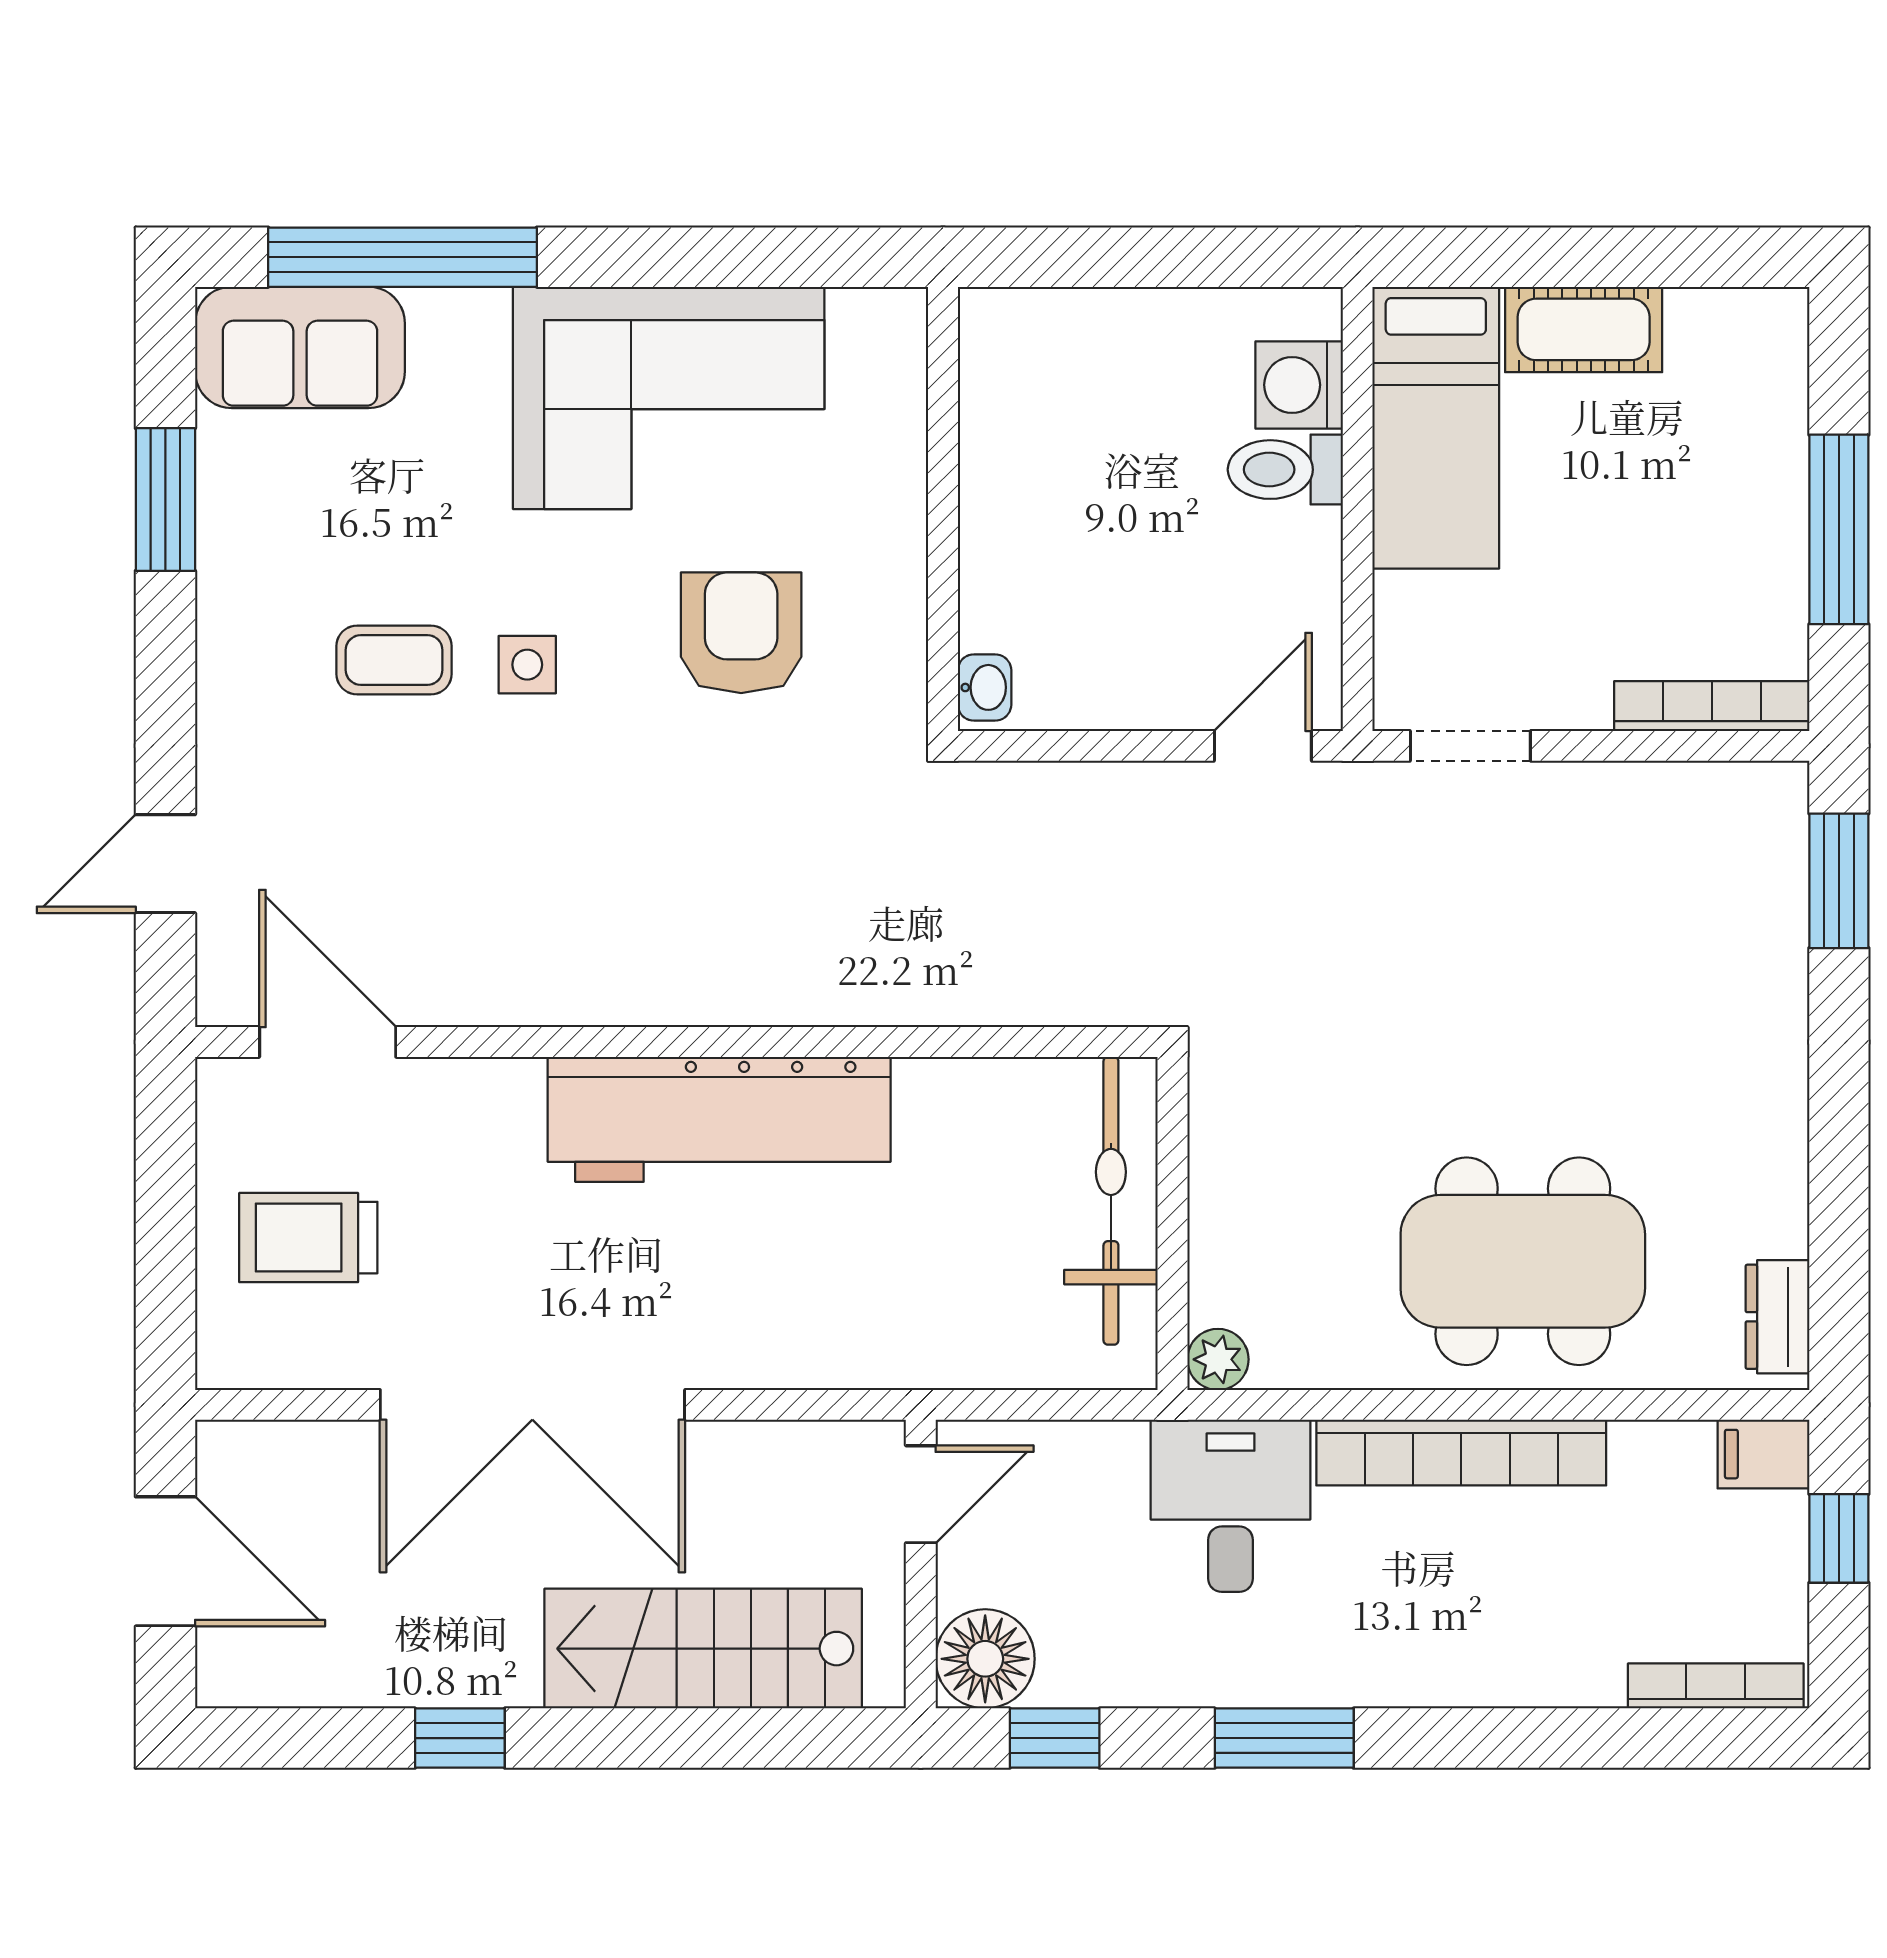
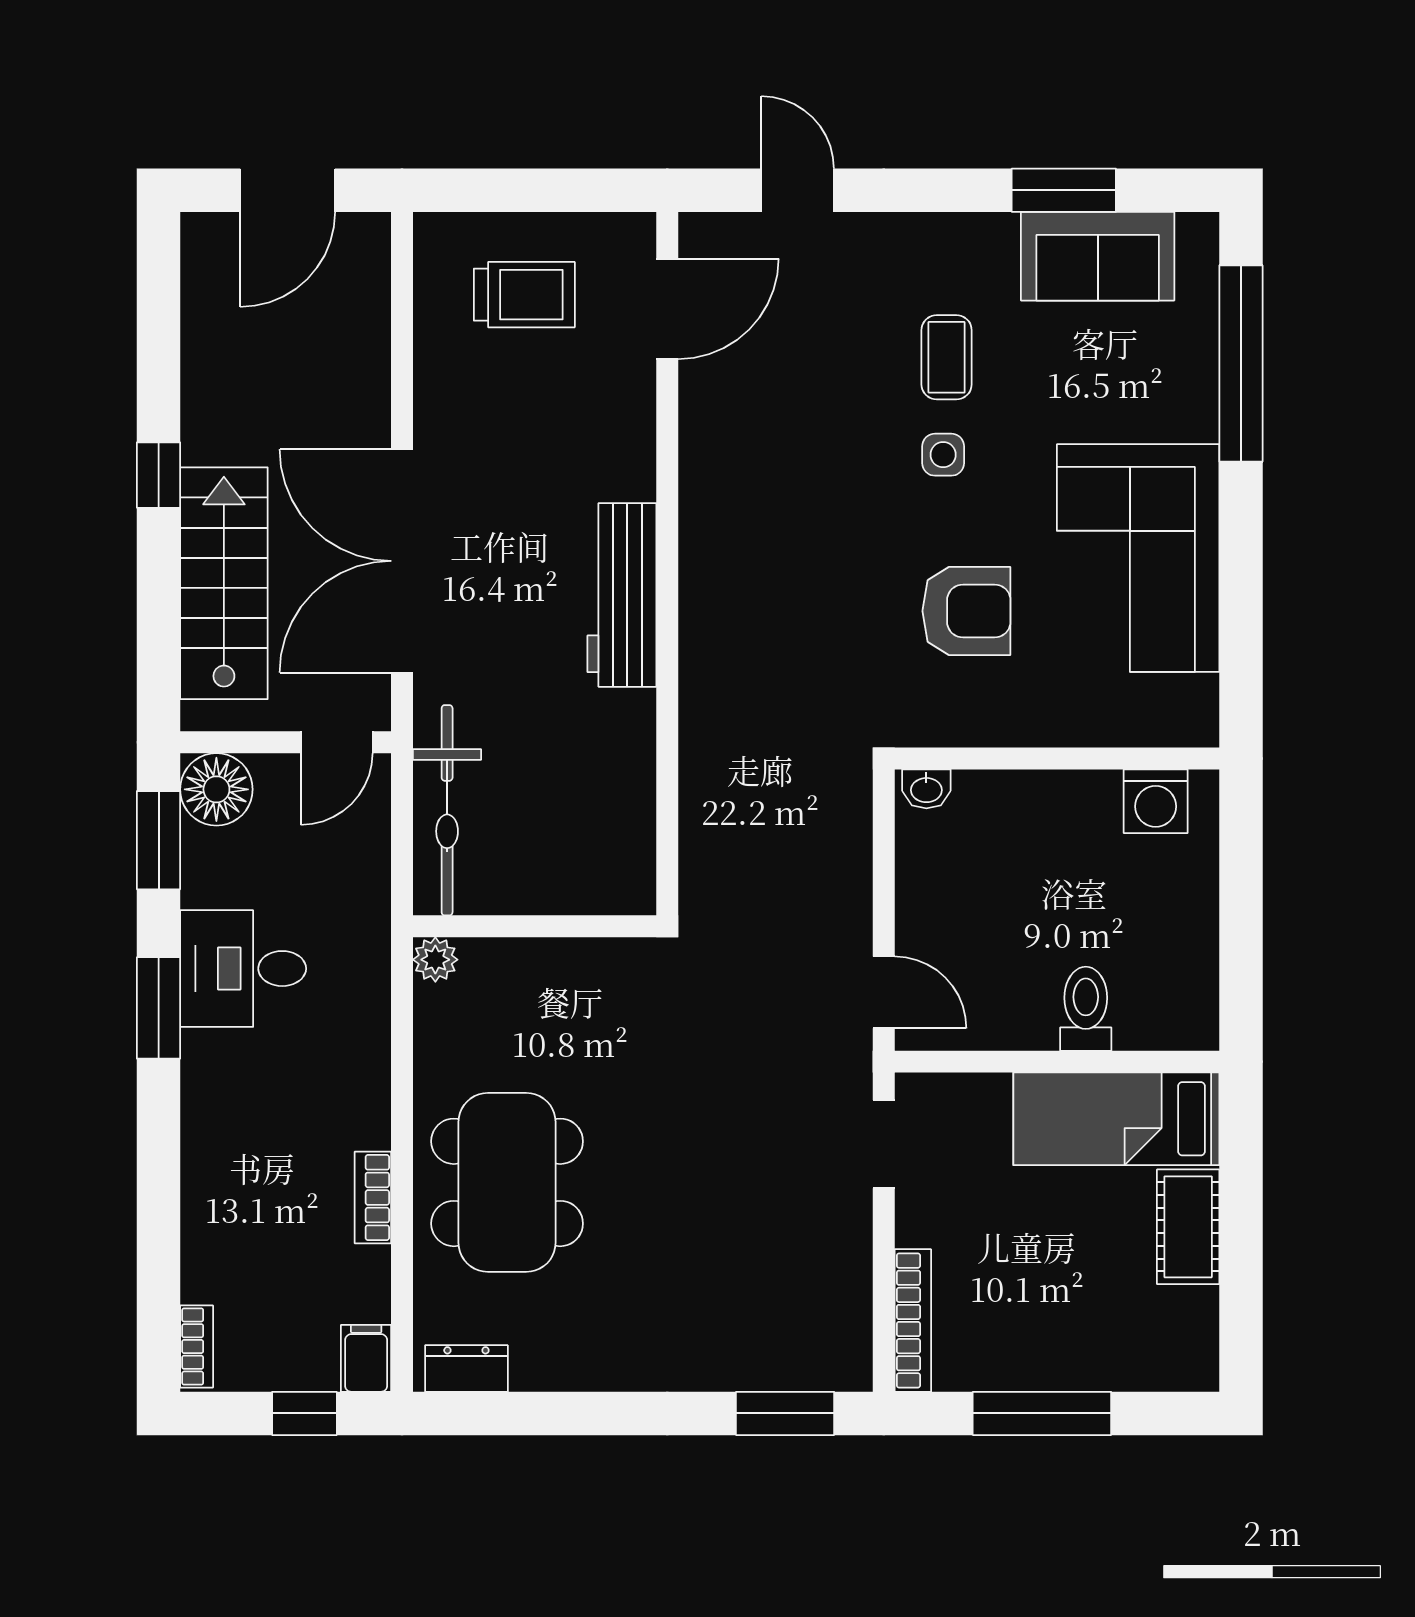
sofa: (300, 347) -> (1098, 256), moved, turned -90
washing machine: (1299, 385) -> (1156, 801), moved, turned 180
workbench: (719, 1119) -> (622, 595), width x0.73, depth x0.76
bicycle: (1111, 1201) -> (447, 810), moved, turned 90
trolley: (308, 1238) -> (524, 295), turned 90
double door: (532, 1405) -> (402, 561), moved
bookcase: (1461, 1453) -> (373, 1198), width x0.43, depth x0.76
door: (921, 1494) -> (337, 742), hinge flipped
desk: (1230, 1506) -> (243, 969), moved, turned 180
bookcase: (1716, 1686) -> (197, 1347), width x0.64
window: (460, 1738) -> (159, 475), moved
window: (1055, 1738) -> (159, 840), width x1.50

